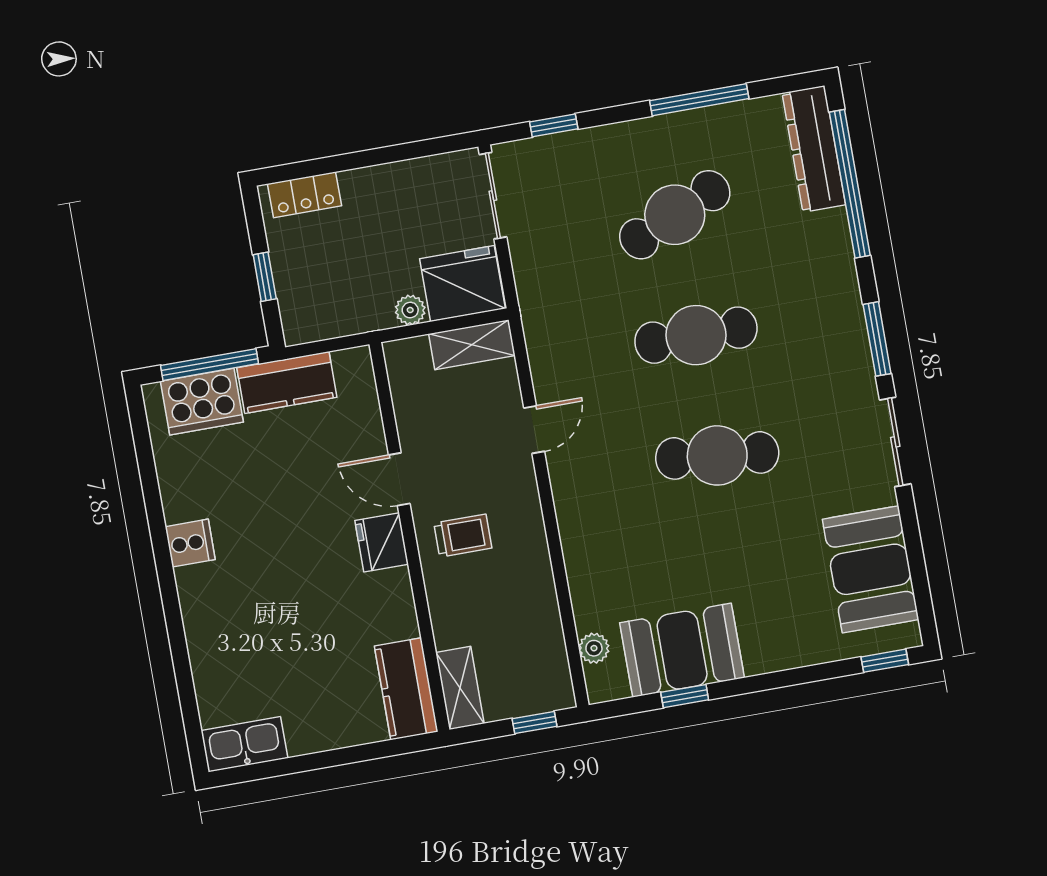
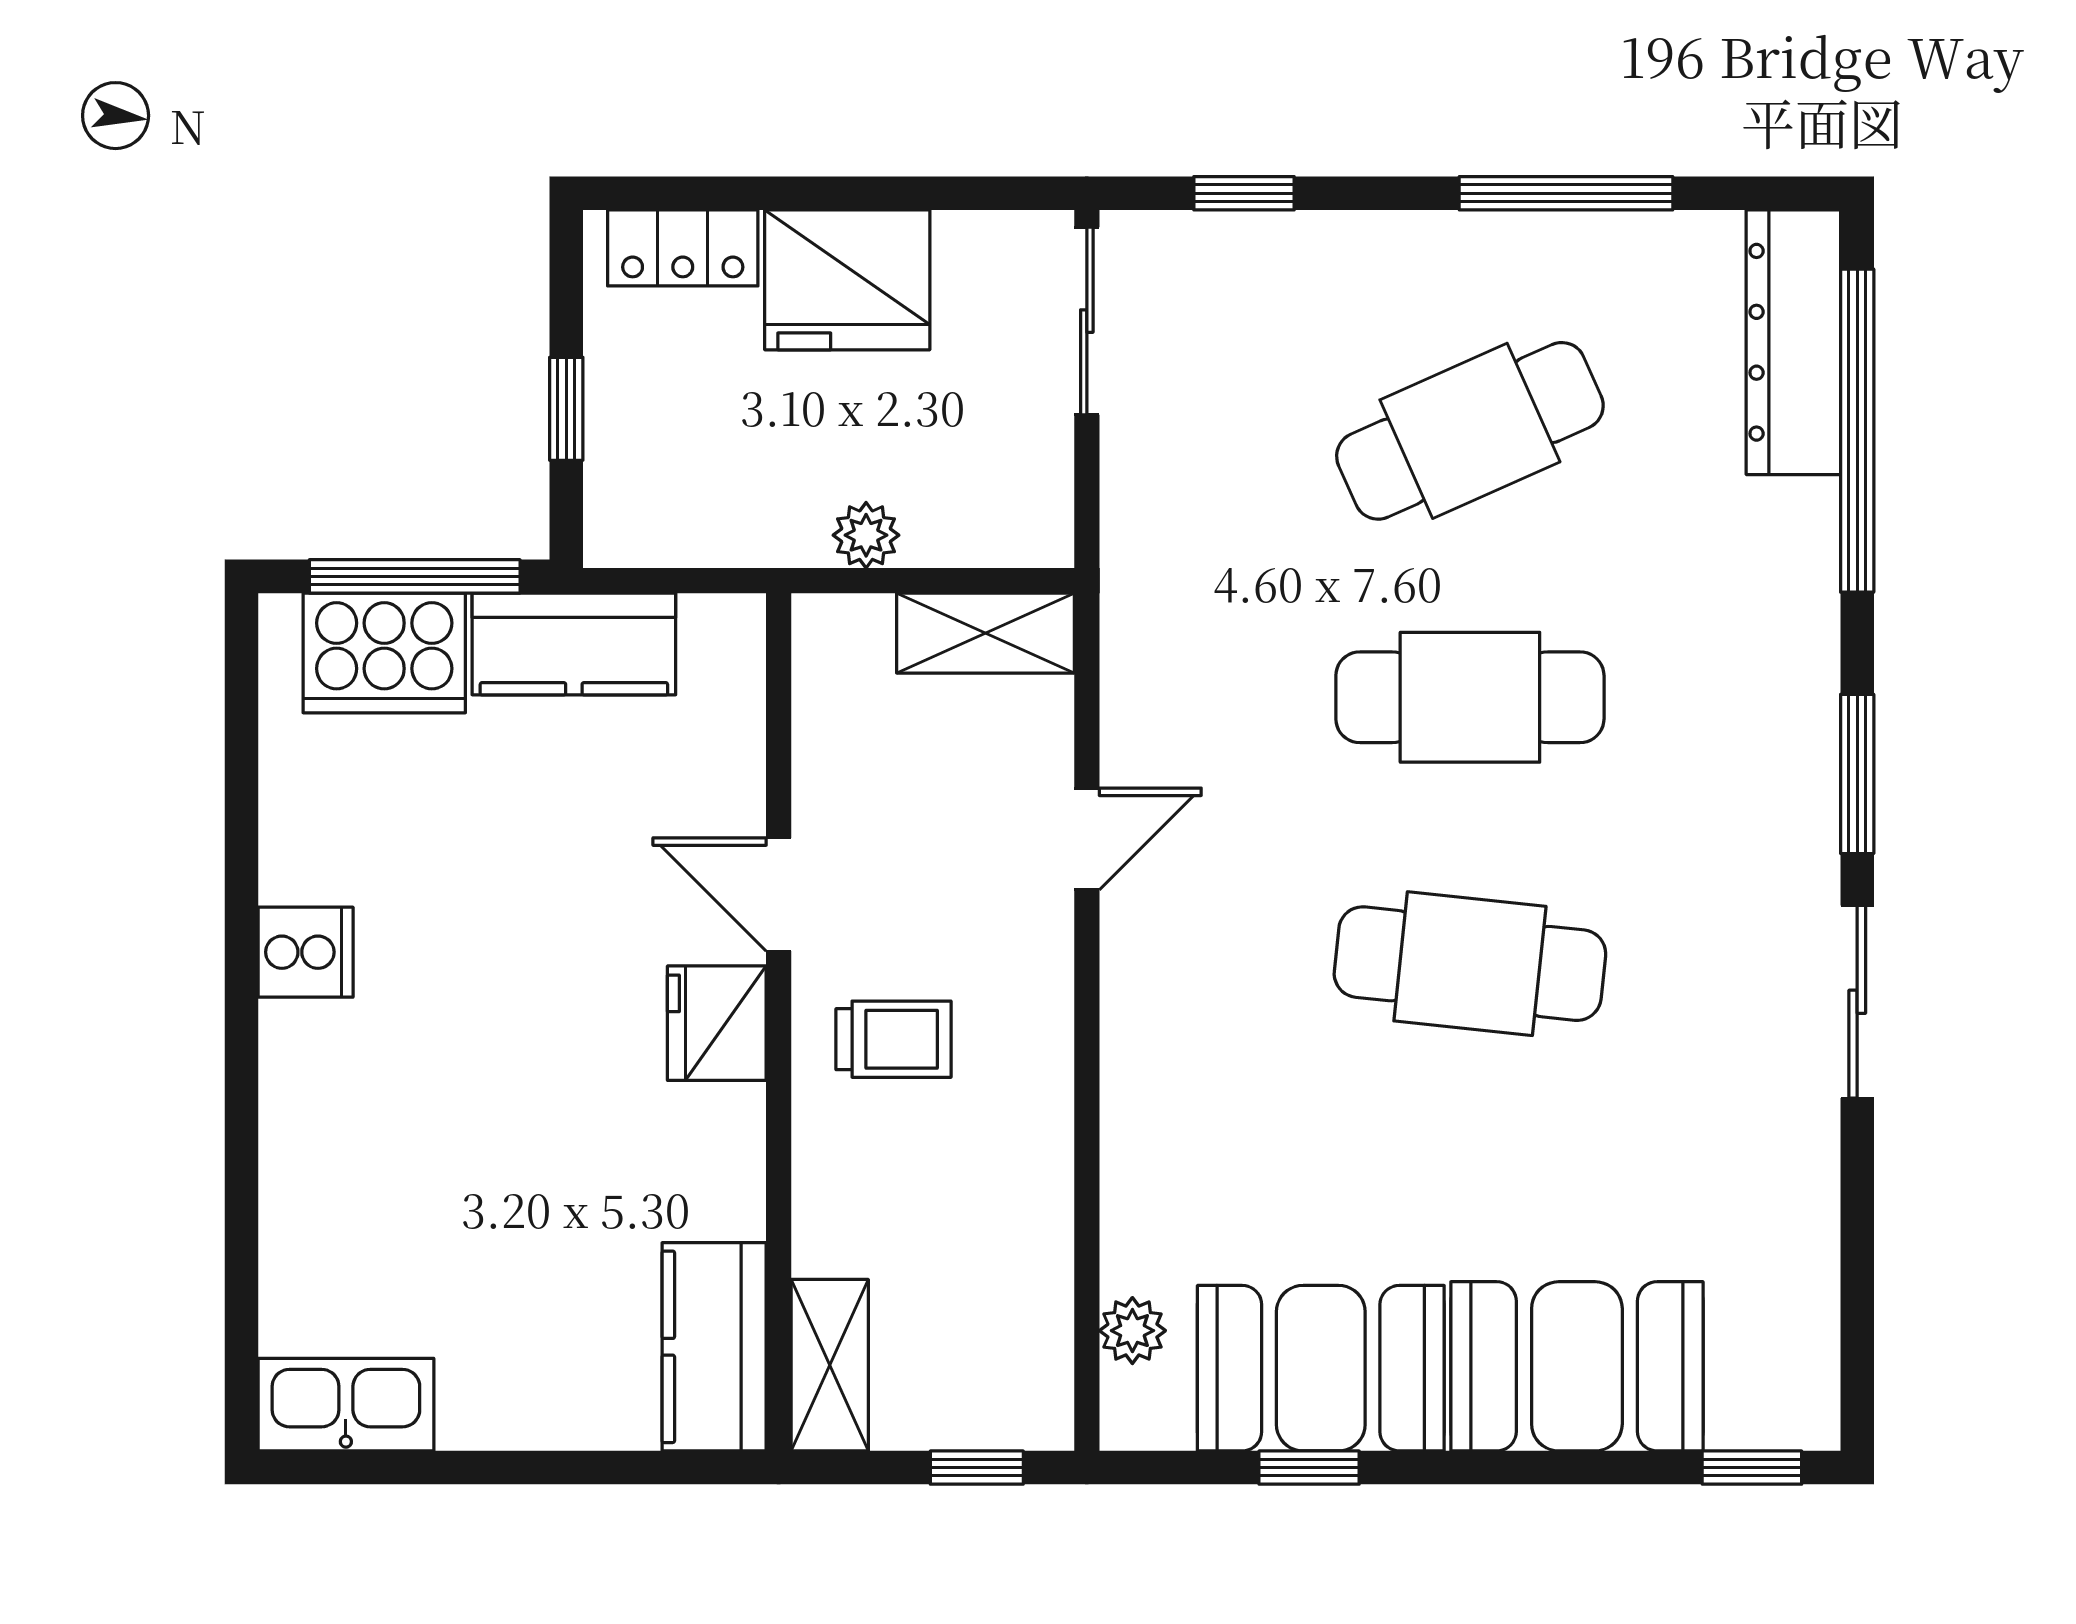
fridge: (462, 284) -> (847, 280), moved, turned 180
booth: (871, 569) -> (1577, 1366), moved, turned 90

